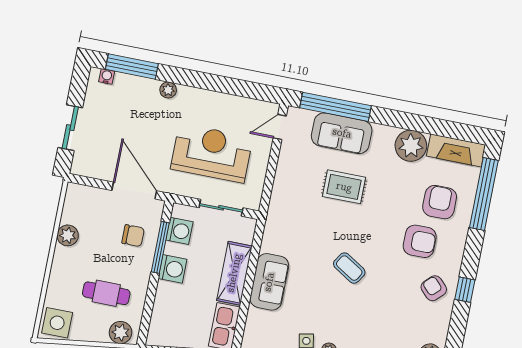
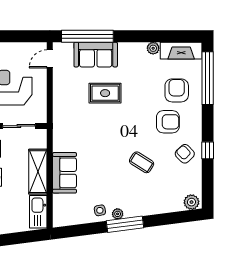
plant: (411, 146) -> (153, 48), width x0.53, depth x0.53
coffee table: (349, 268) -> (142, 162), moved

